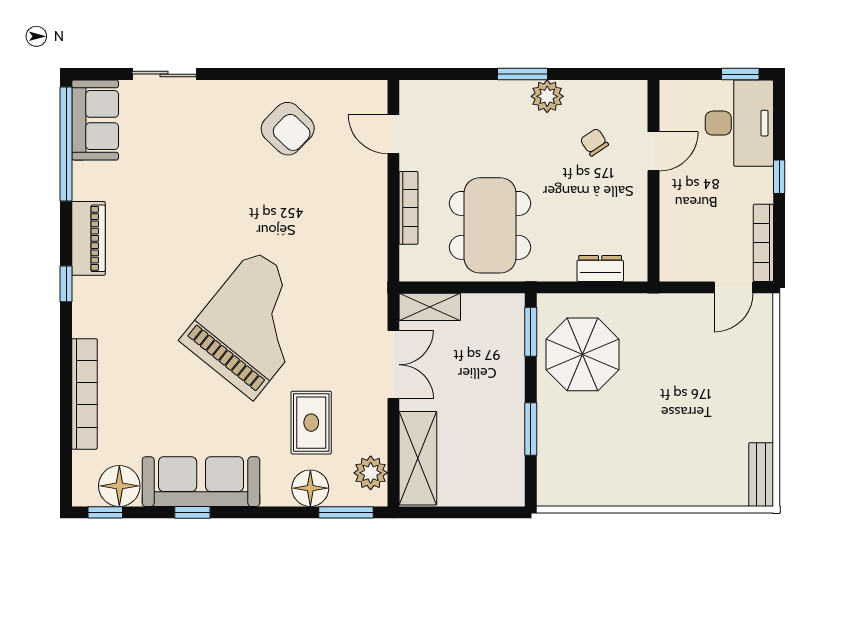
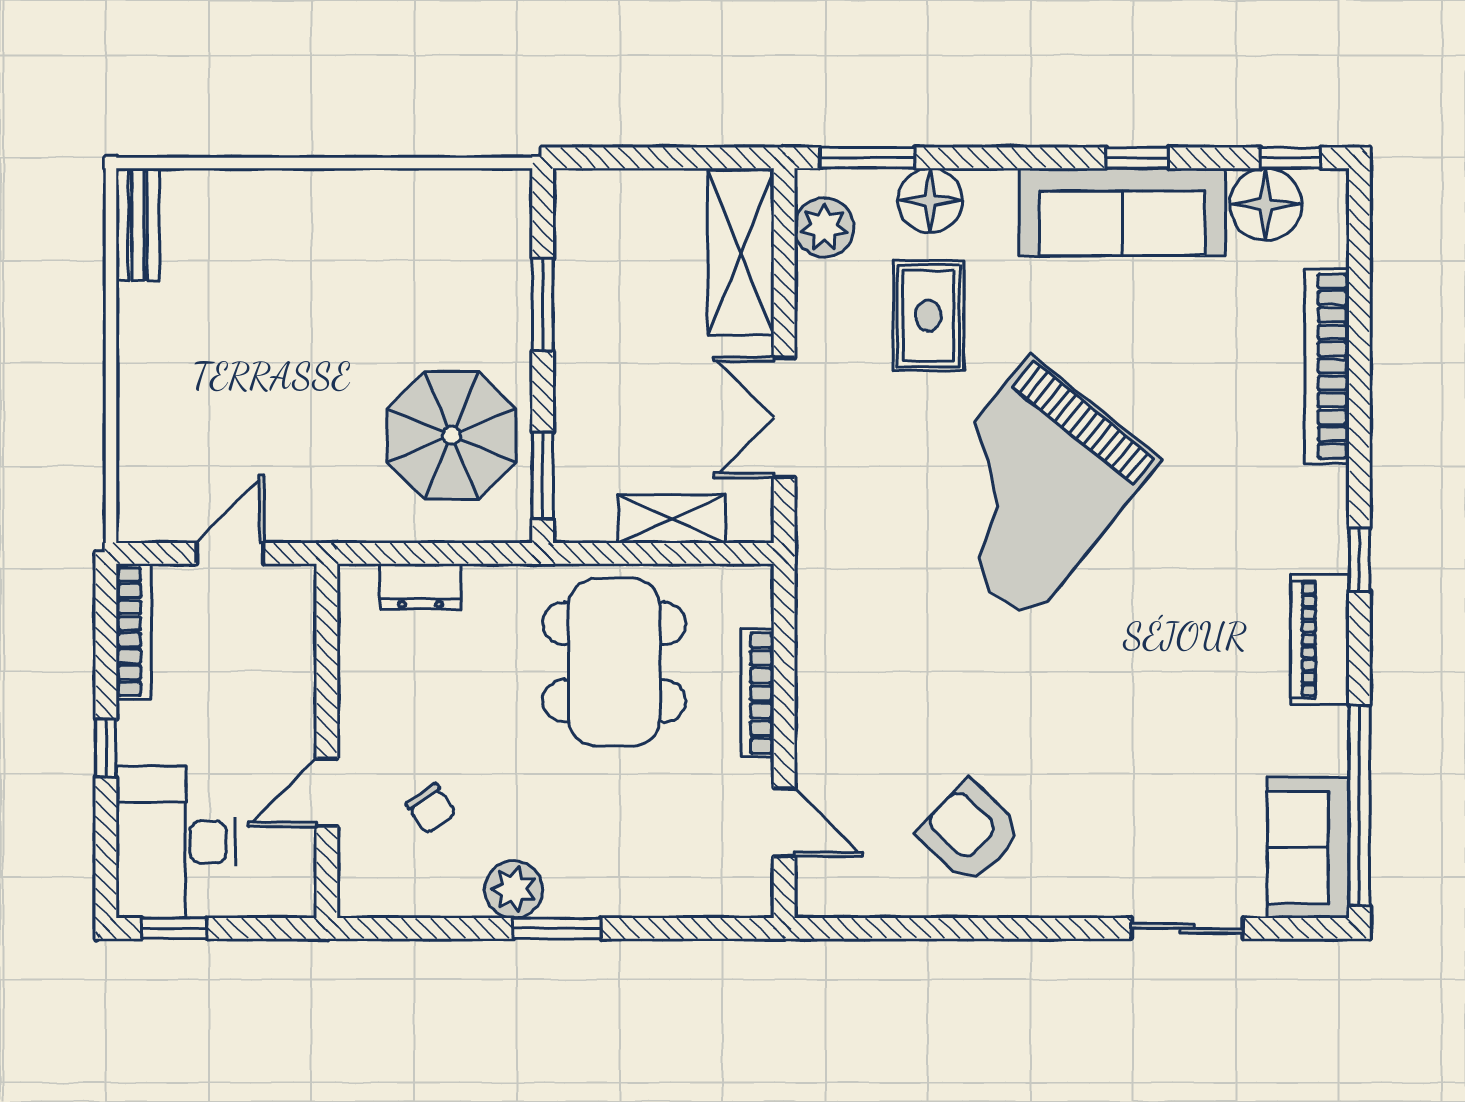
door: (733, 287) -> (230, 553), moved
shelving: (430, 307) -> (672, 519), moved

